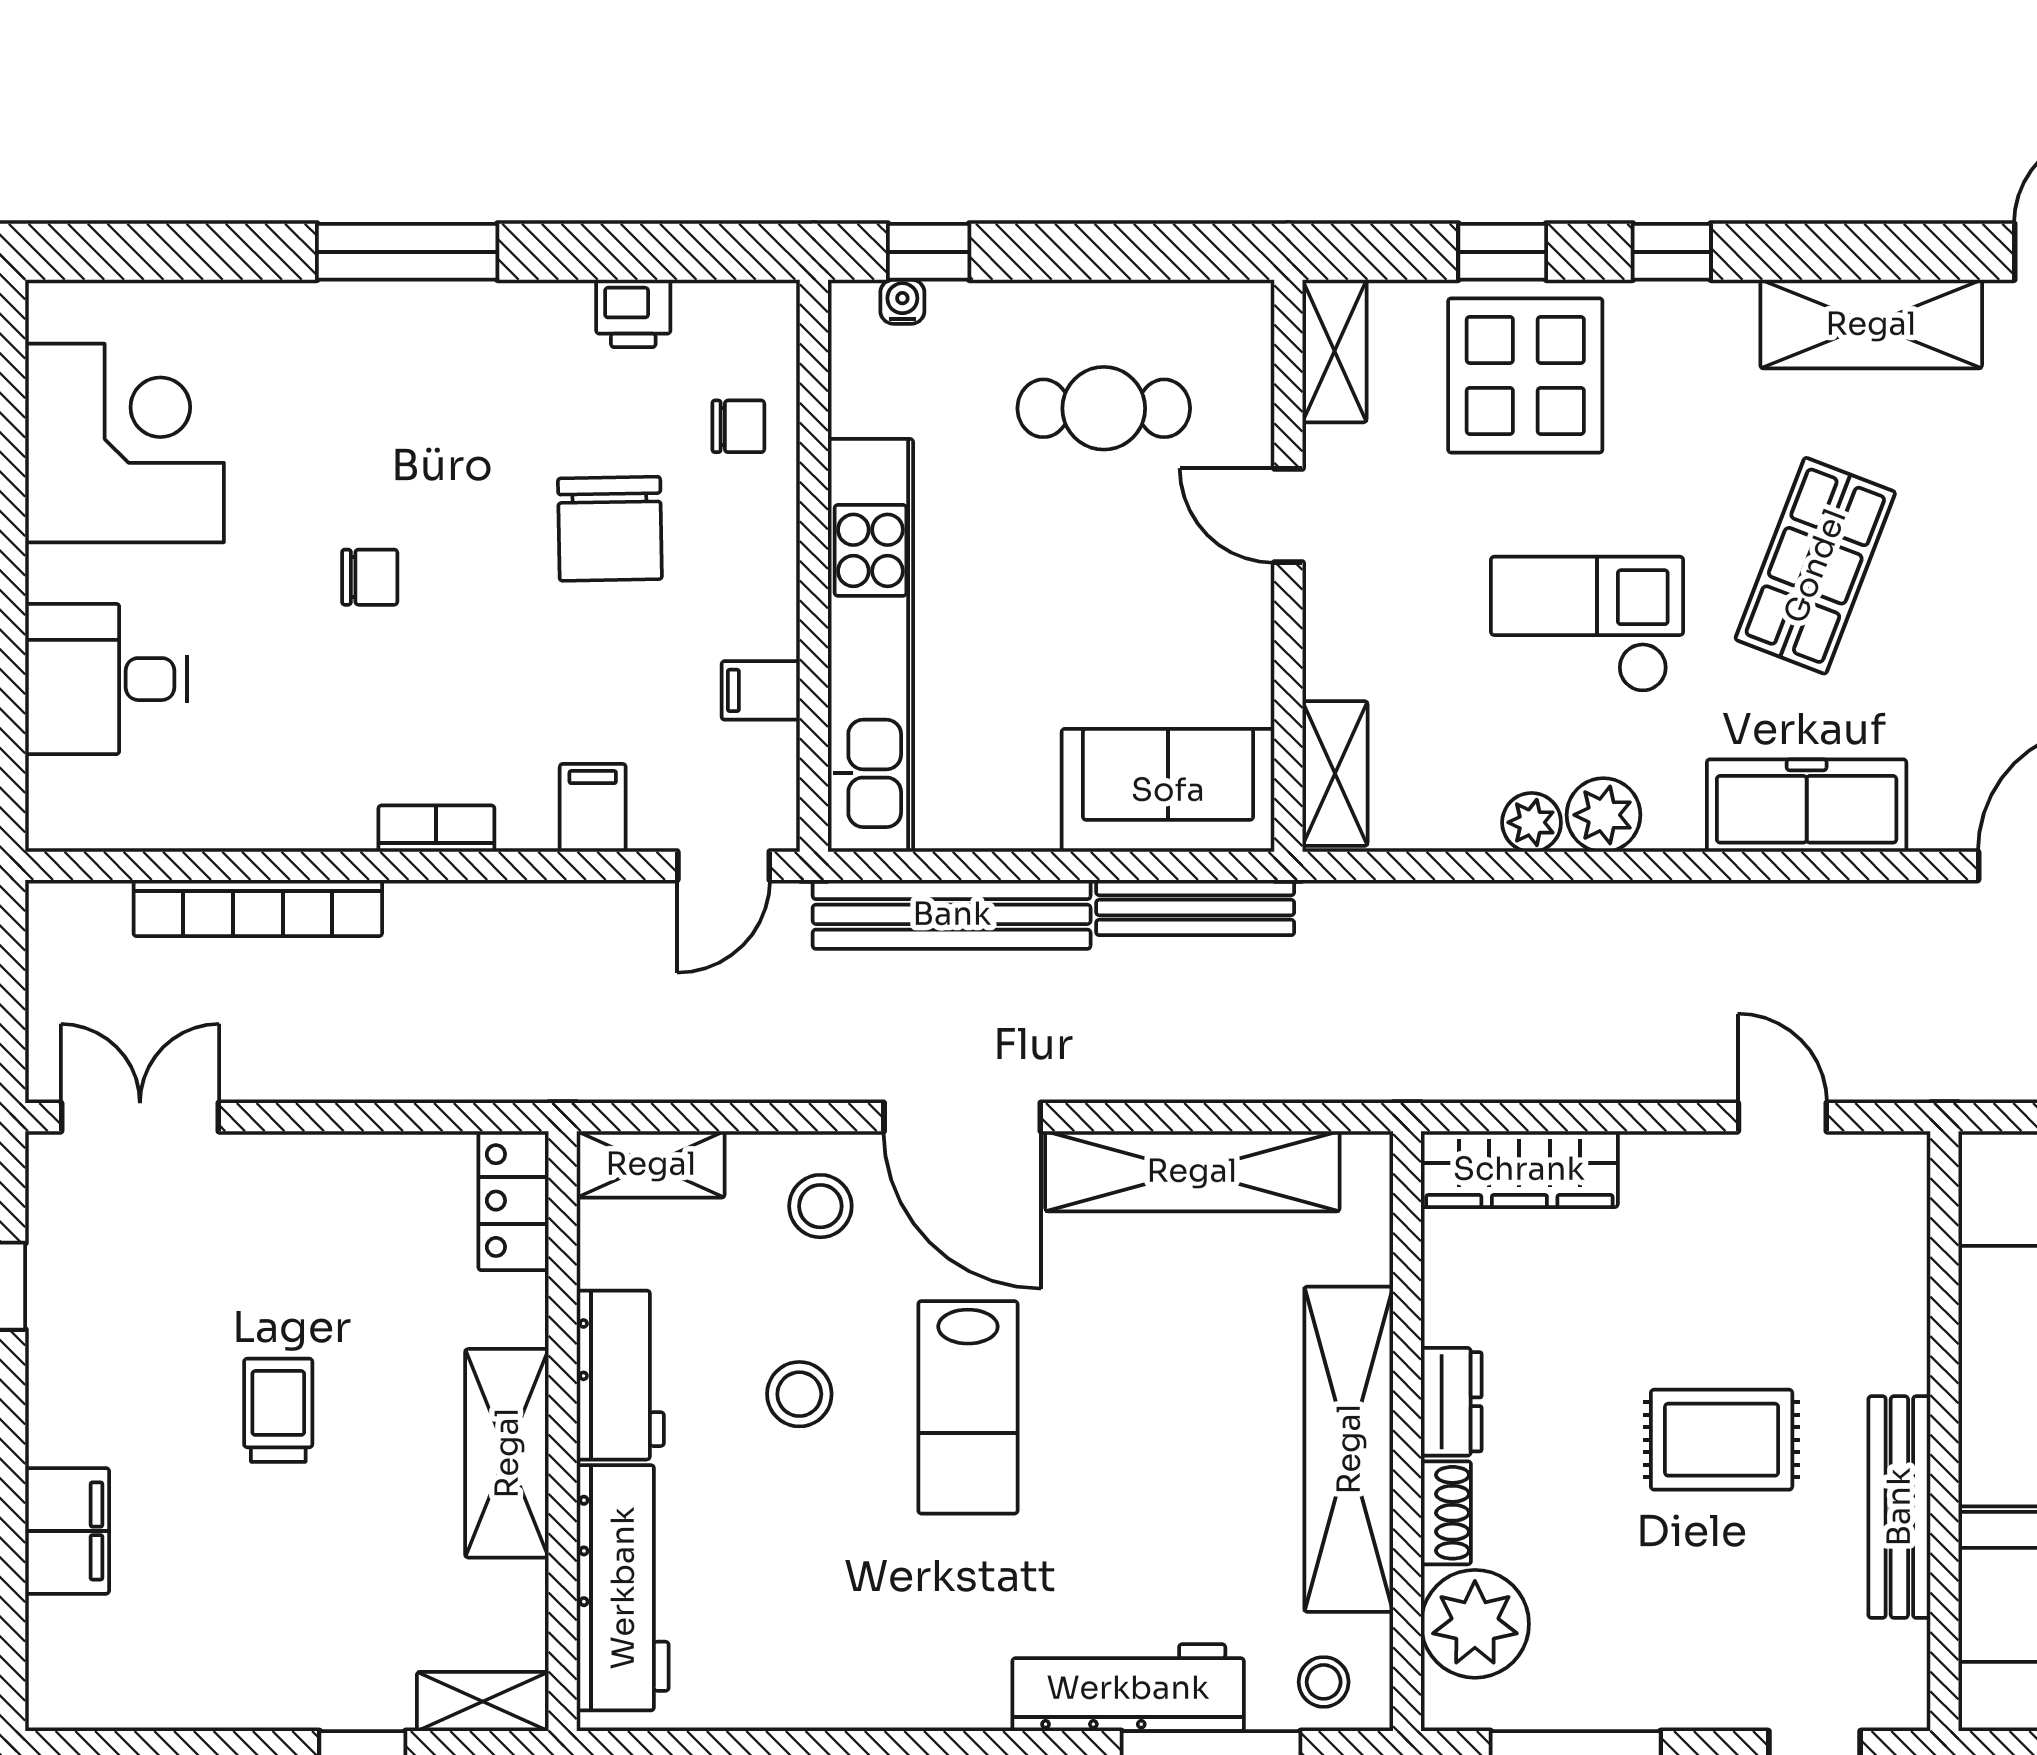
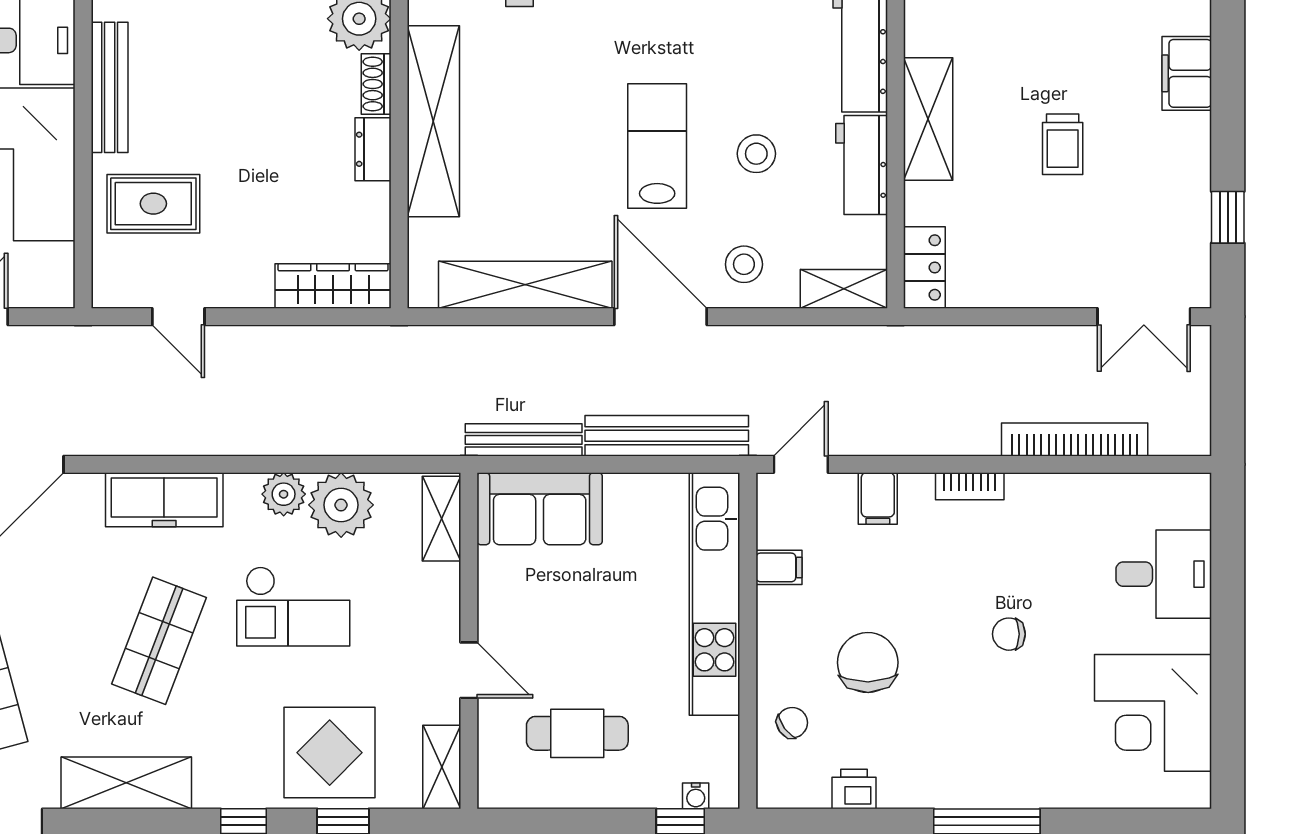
chair: (738, 426) -> (792, 723), turned 144
plant: (1532, 822) -> (341, 505), width x1.88, depth x1.88
rug: (1722, 1440) -> (153, 204), moved

